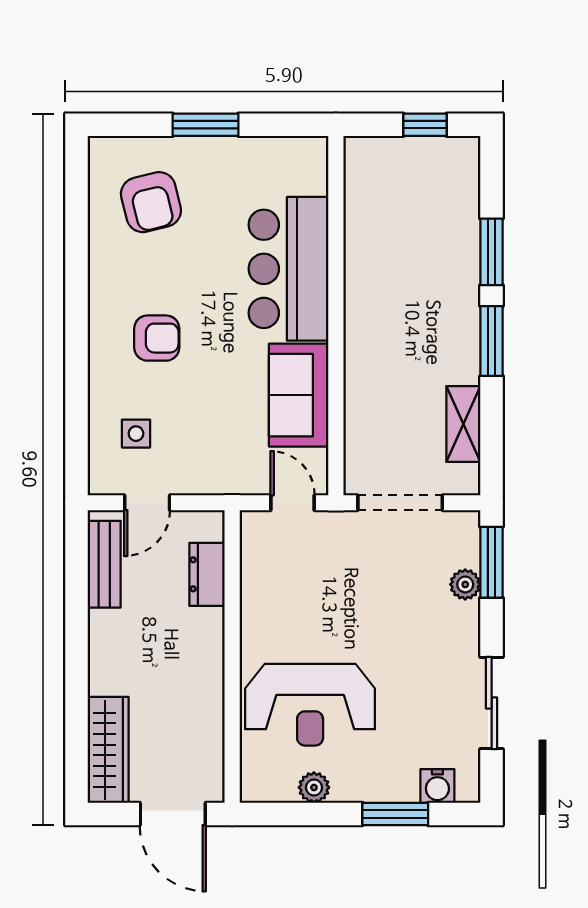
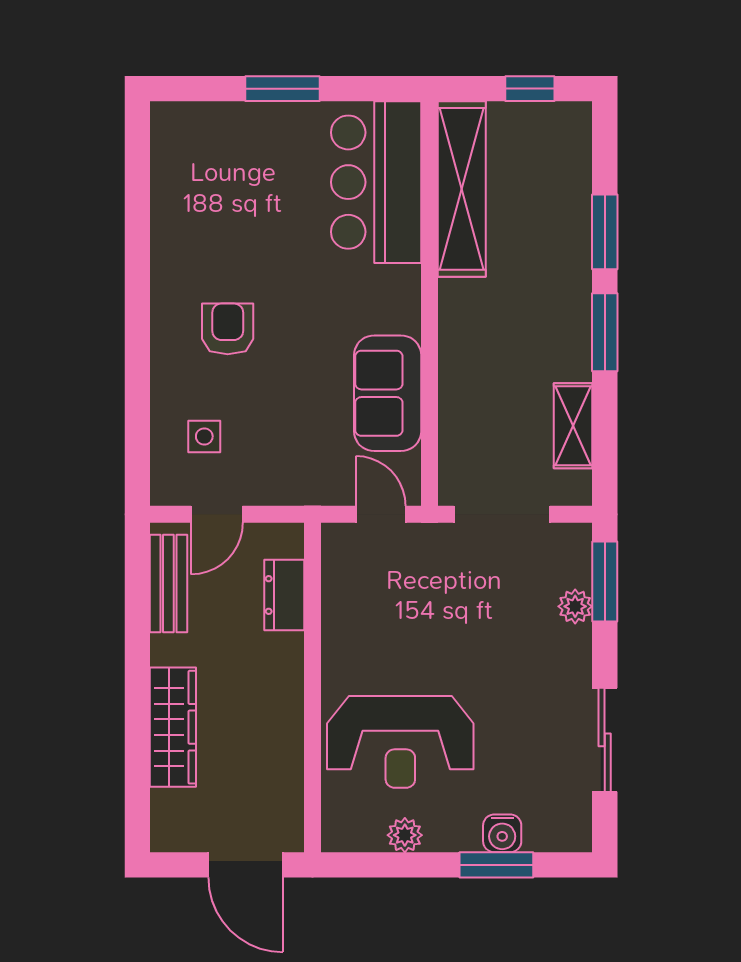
armchair: (151, 202) -> (221, 176), removed
shelving: (365, 214) -> (462, 189), added
bar counter: (289, 269) -> (376, 182), moved
armchair: (157, 338) -> (228, 329), turned -90
wardrobe: (108, 750) -> (173, 727), moved
water cooler: (437, 786) -> (502, 833), moved

